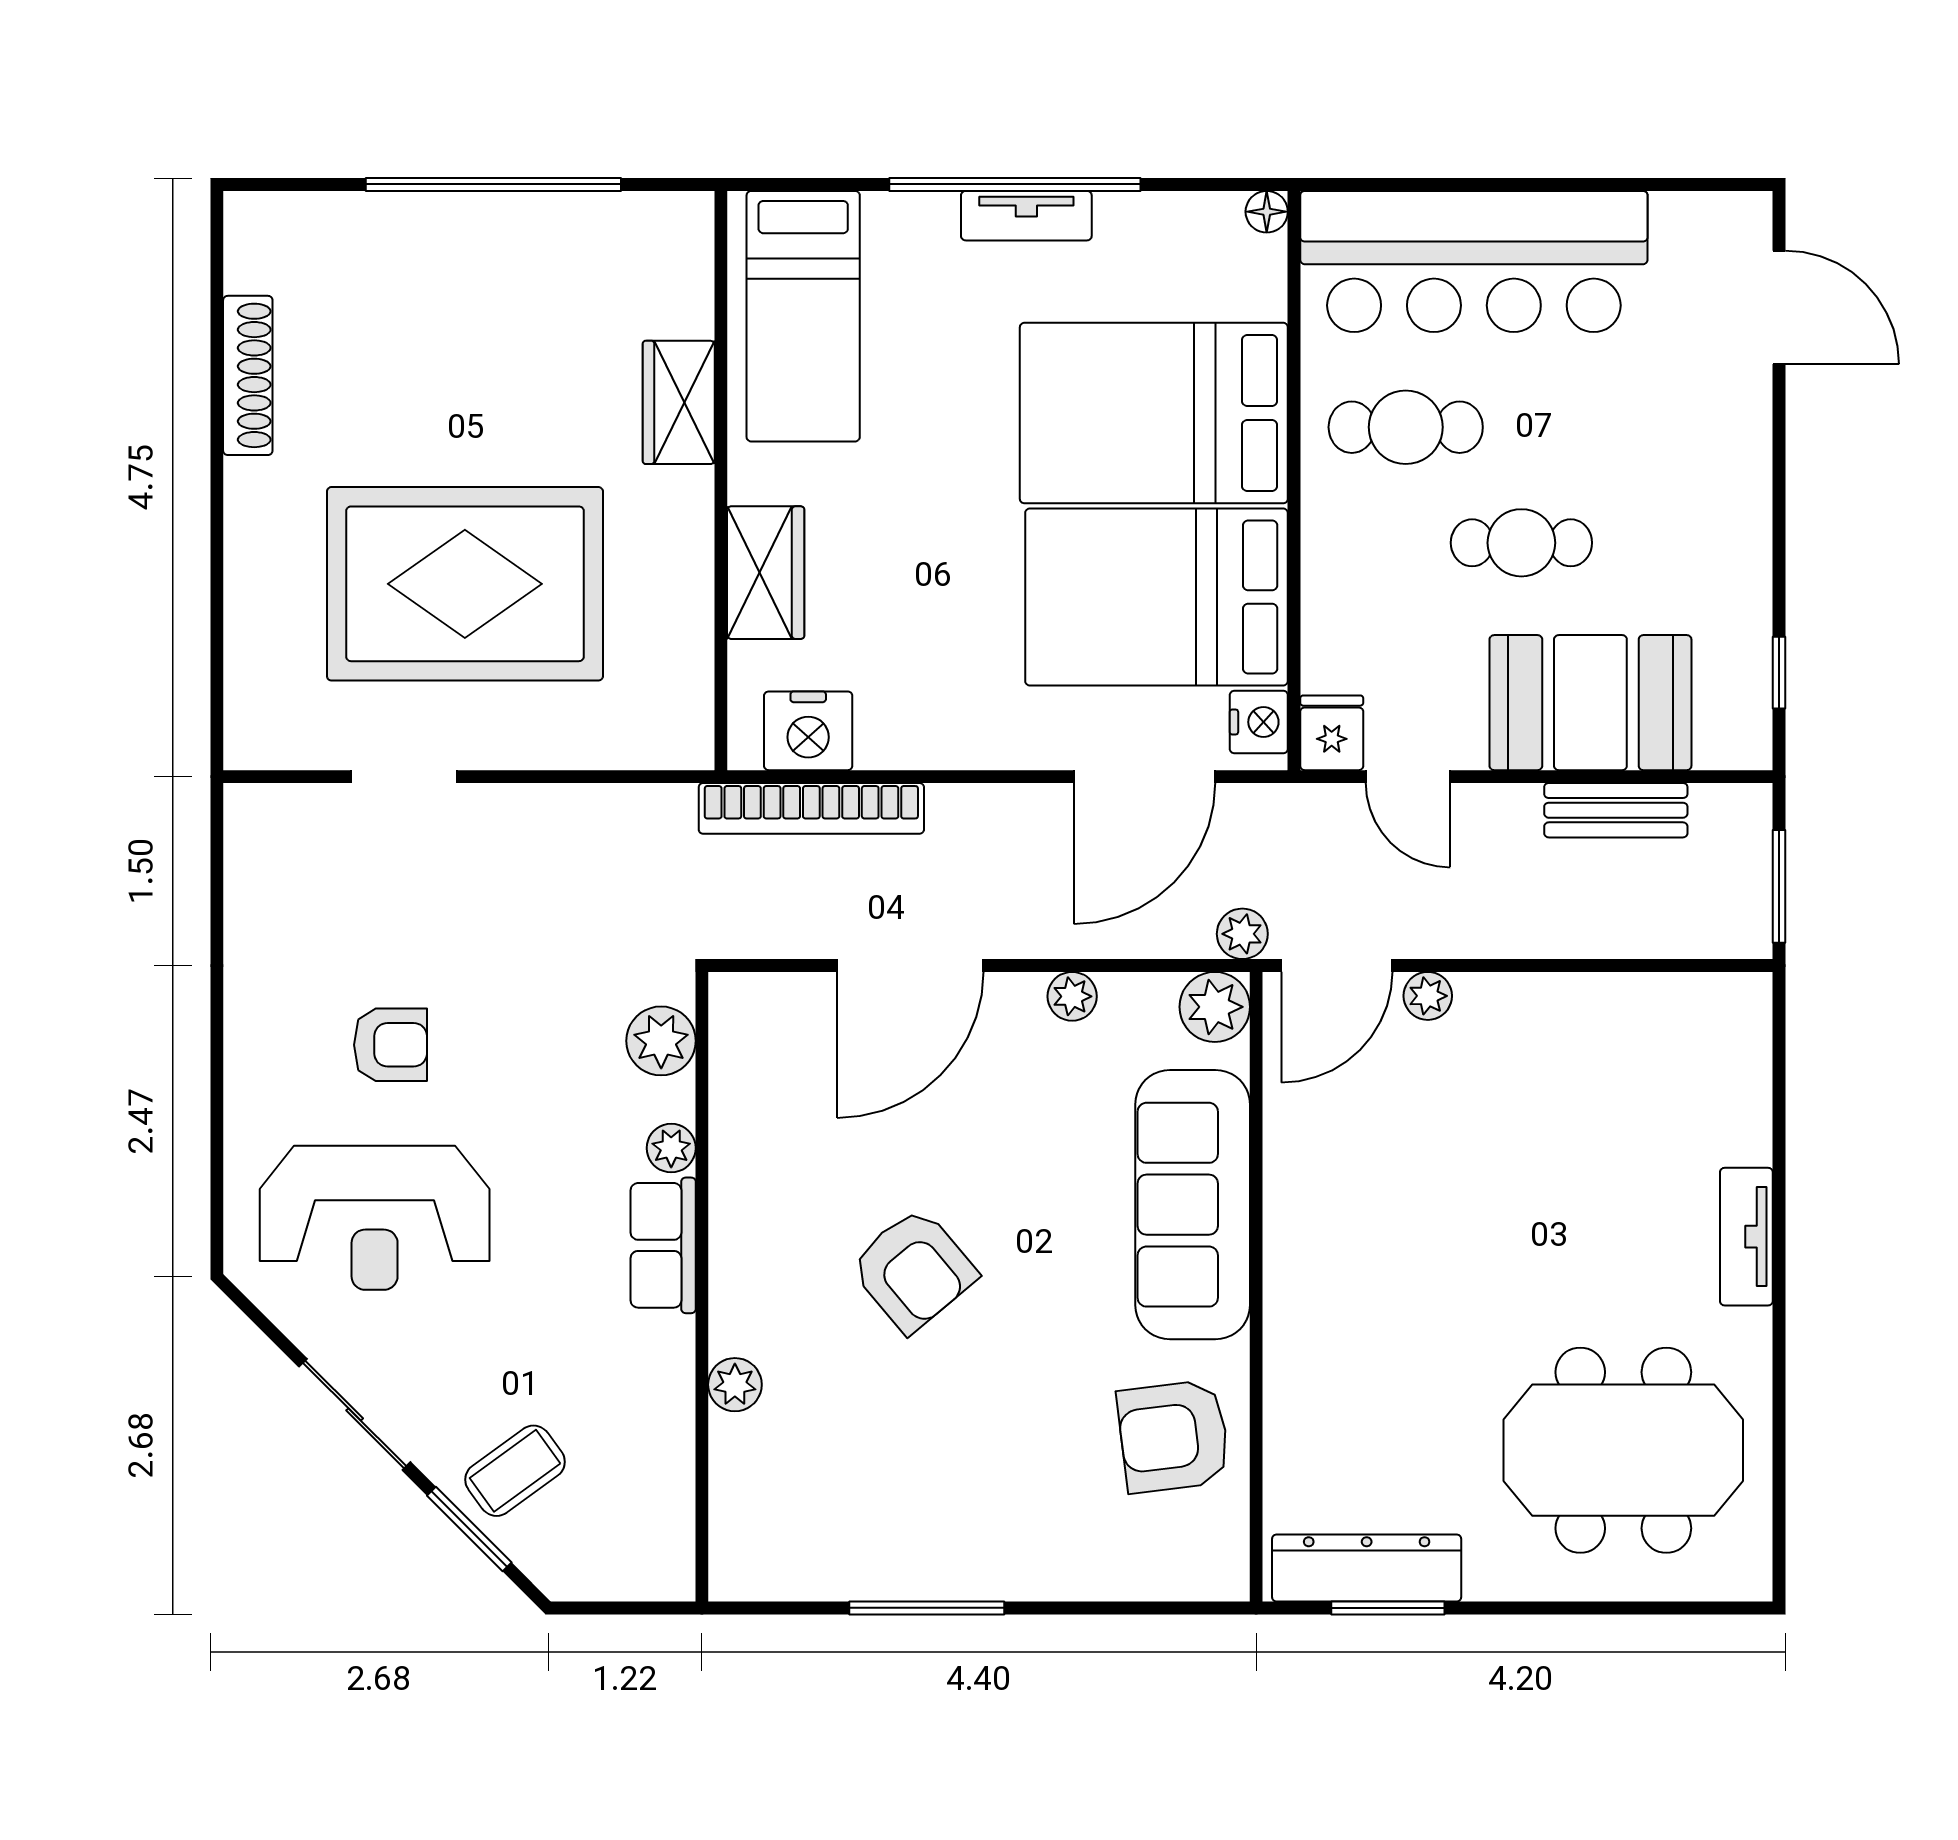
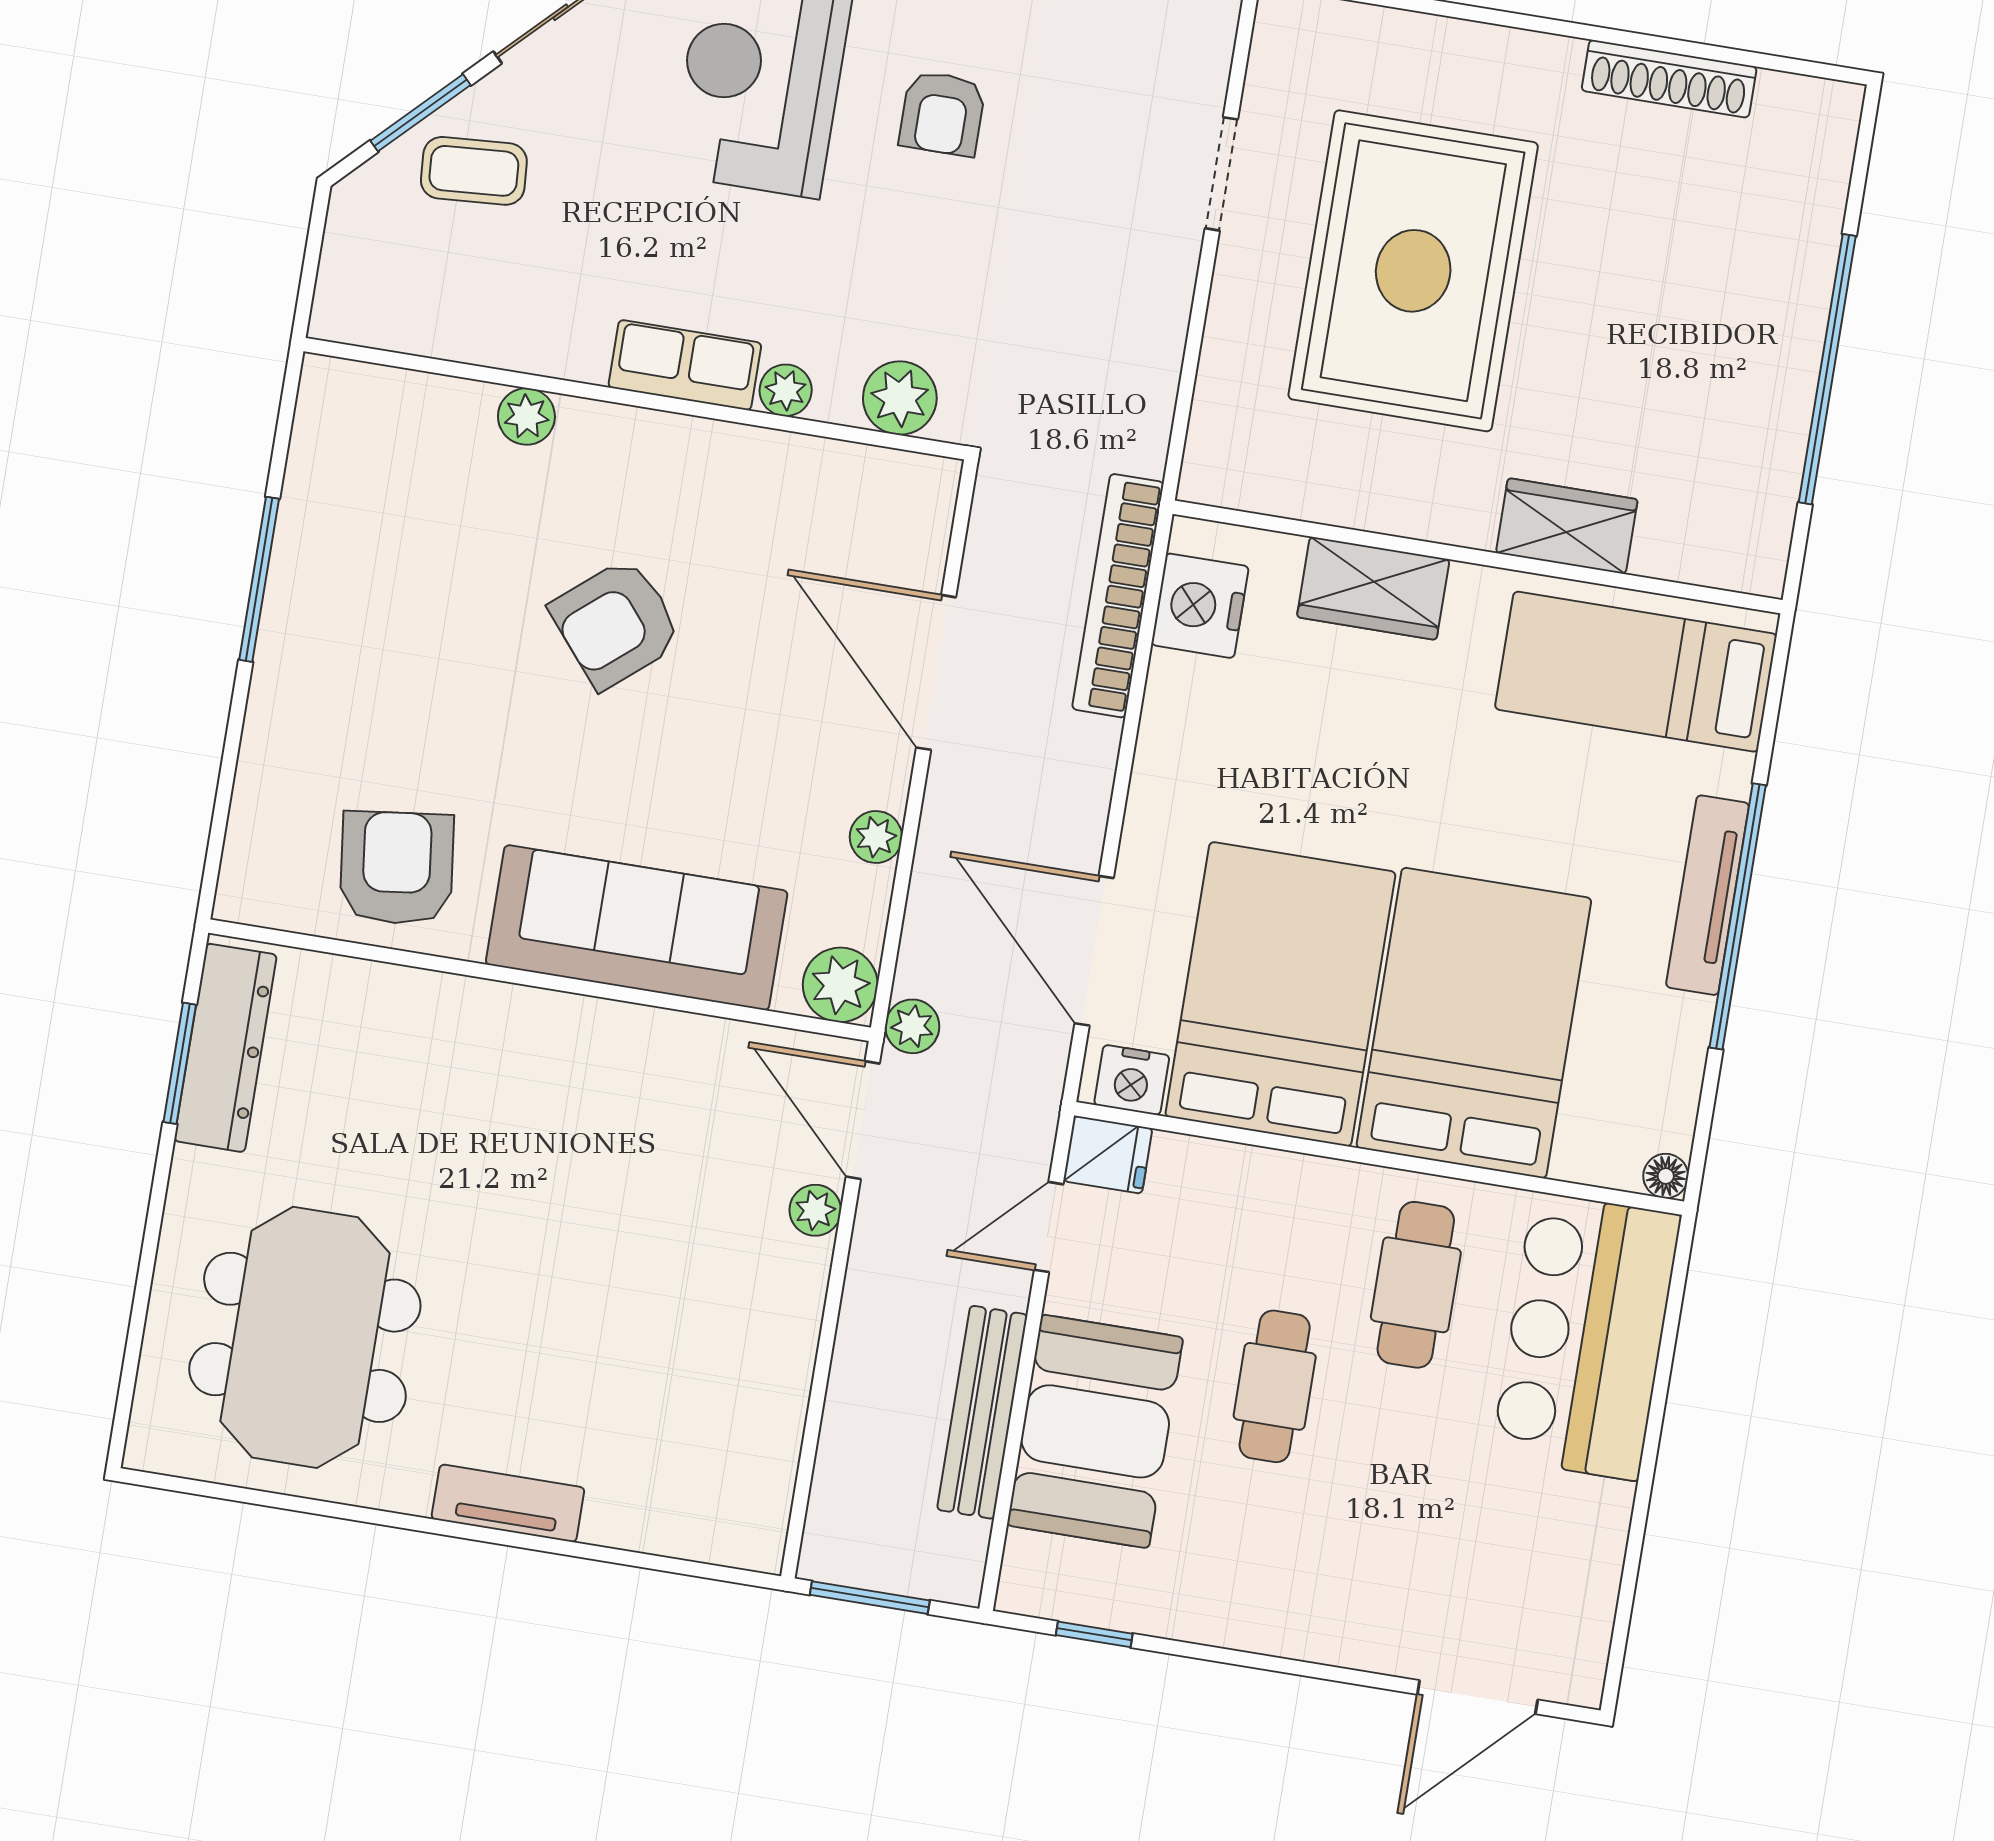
tv unit: (1026, 216) -> (1708, 895), width x1.41
bar counter: (1474, 261) -> (1586, 1336), width x0.73
bench: (1616, 810) -> (982, 1412), width x1.36
coffee table: (515, 1471) -> (474, 171), turned -58

